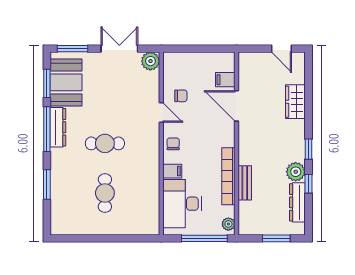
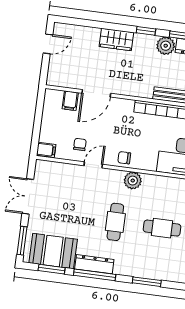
plant: (150, 61) -> (133, 181), moved
wardrobe: (295, 102) -> (116, 40), moved
filing cabinet: (172, 171) -> (46, 150), moved, turned 90

